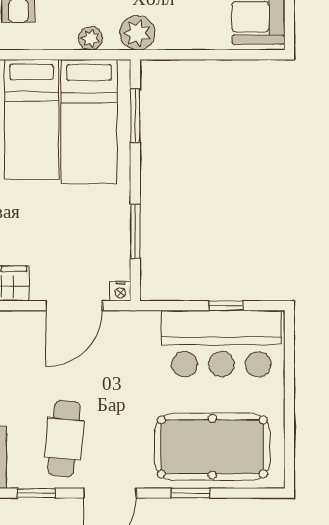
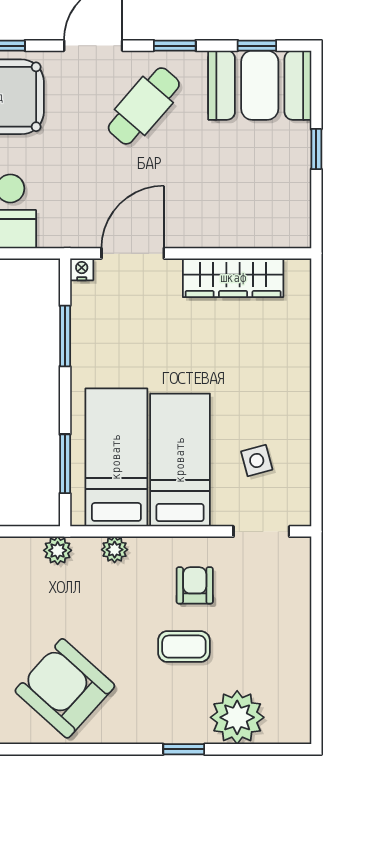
plant: (137, 33) -> (58, 550), width x0.73, depth x0.73
cafe table: (64, 439) -> (144, 106), turned 35

